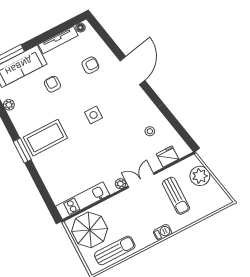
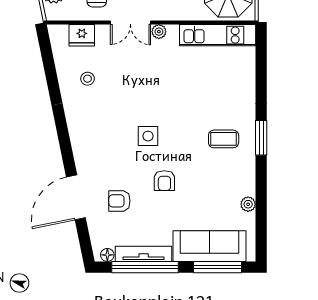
window: (53, 32) -> (145, 267), added
door: (132, 71) -> (76, 197), moved
armchair: (52, 84) -> (164, 181), moved
coffee table: (45, 138) -> (224, 139), width x0.54, depth x0.58

